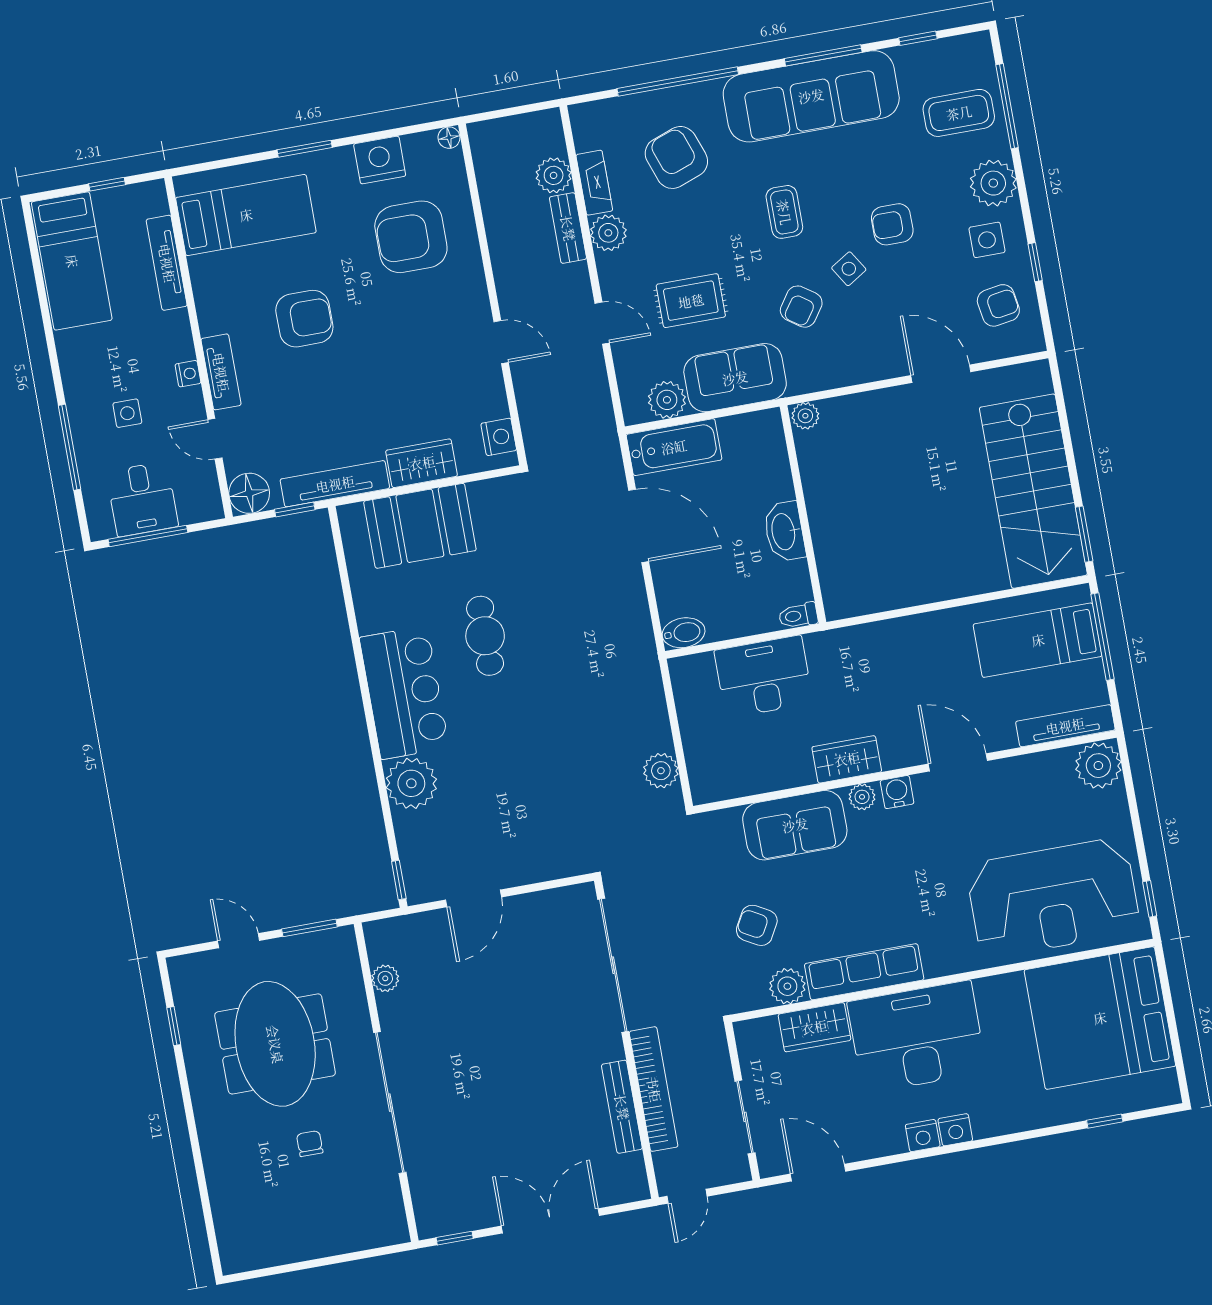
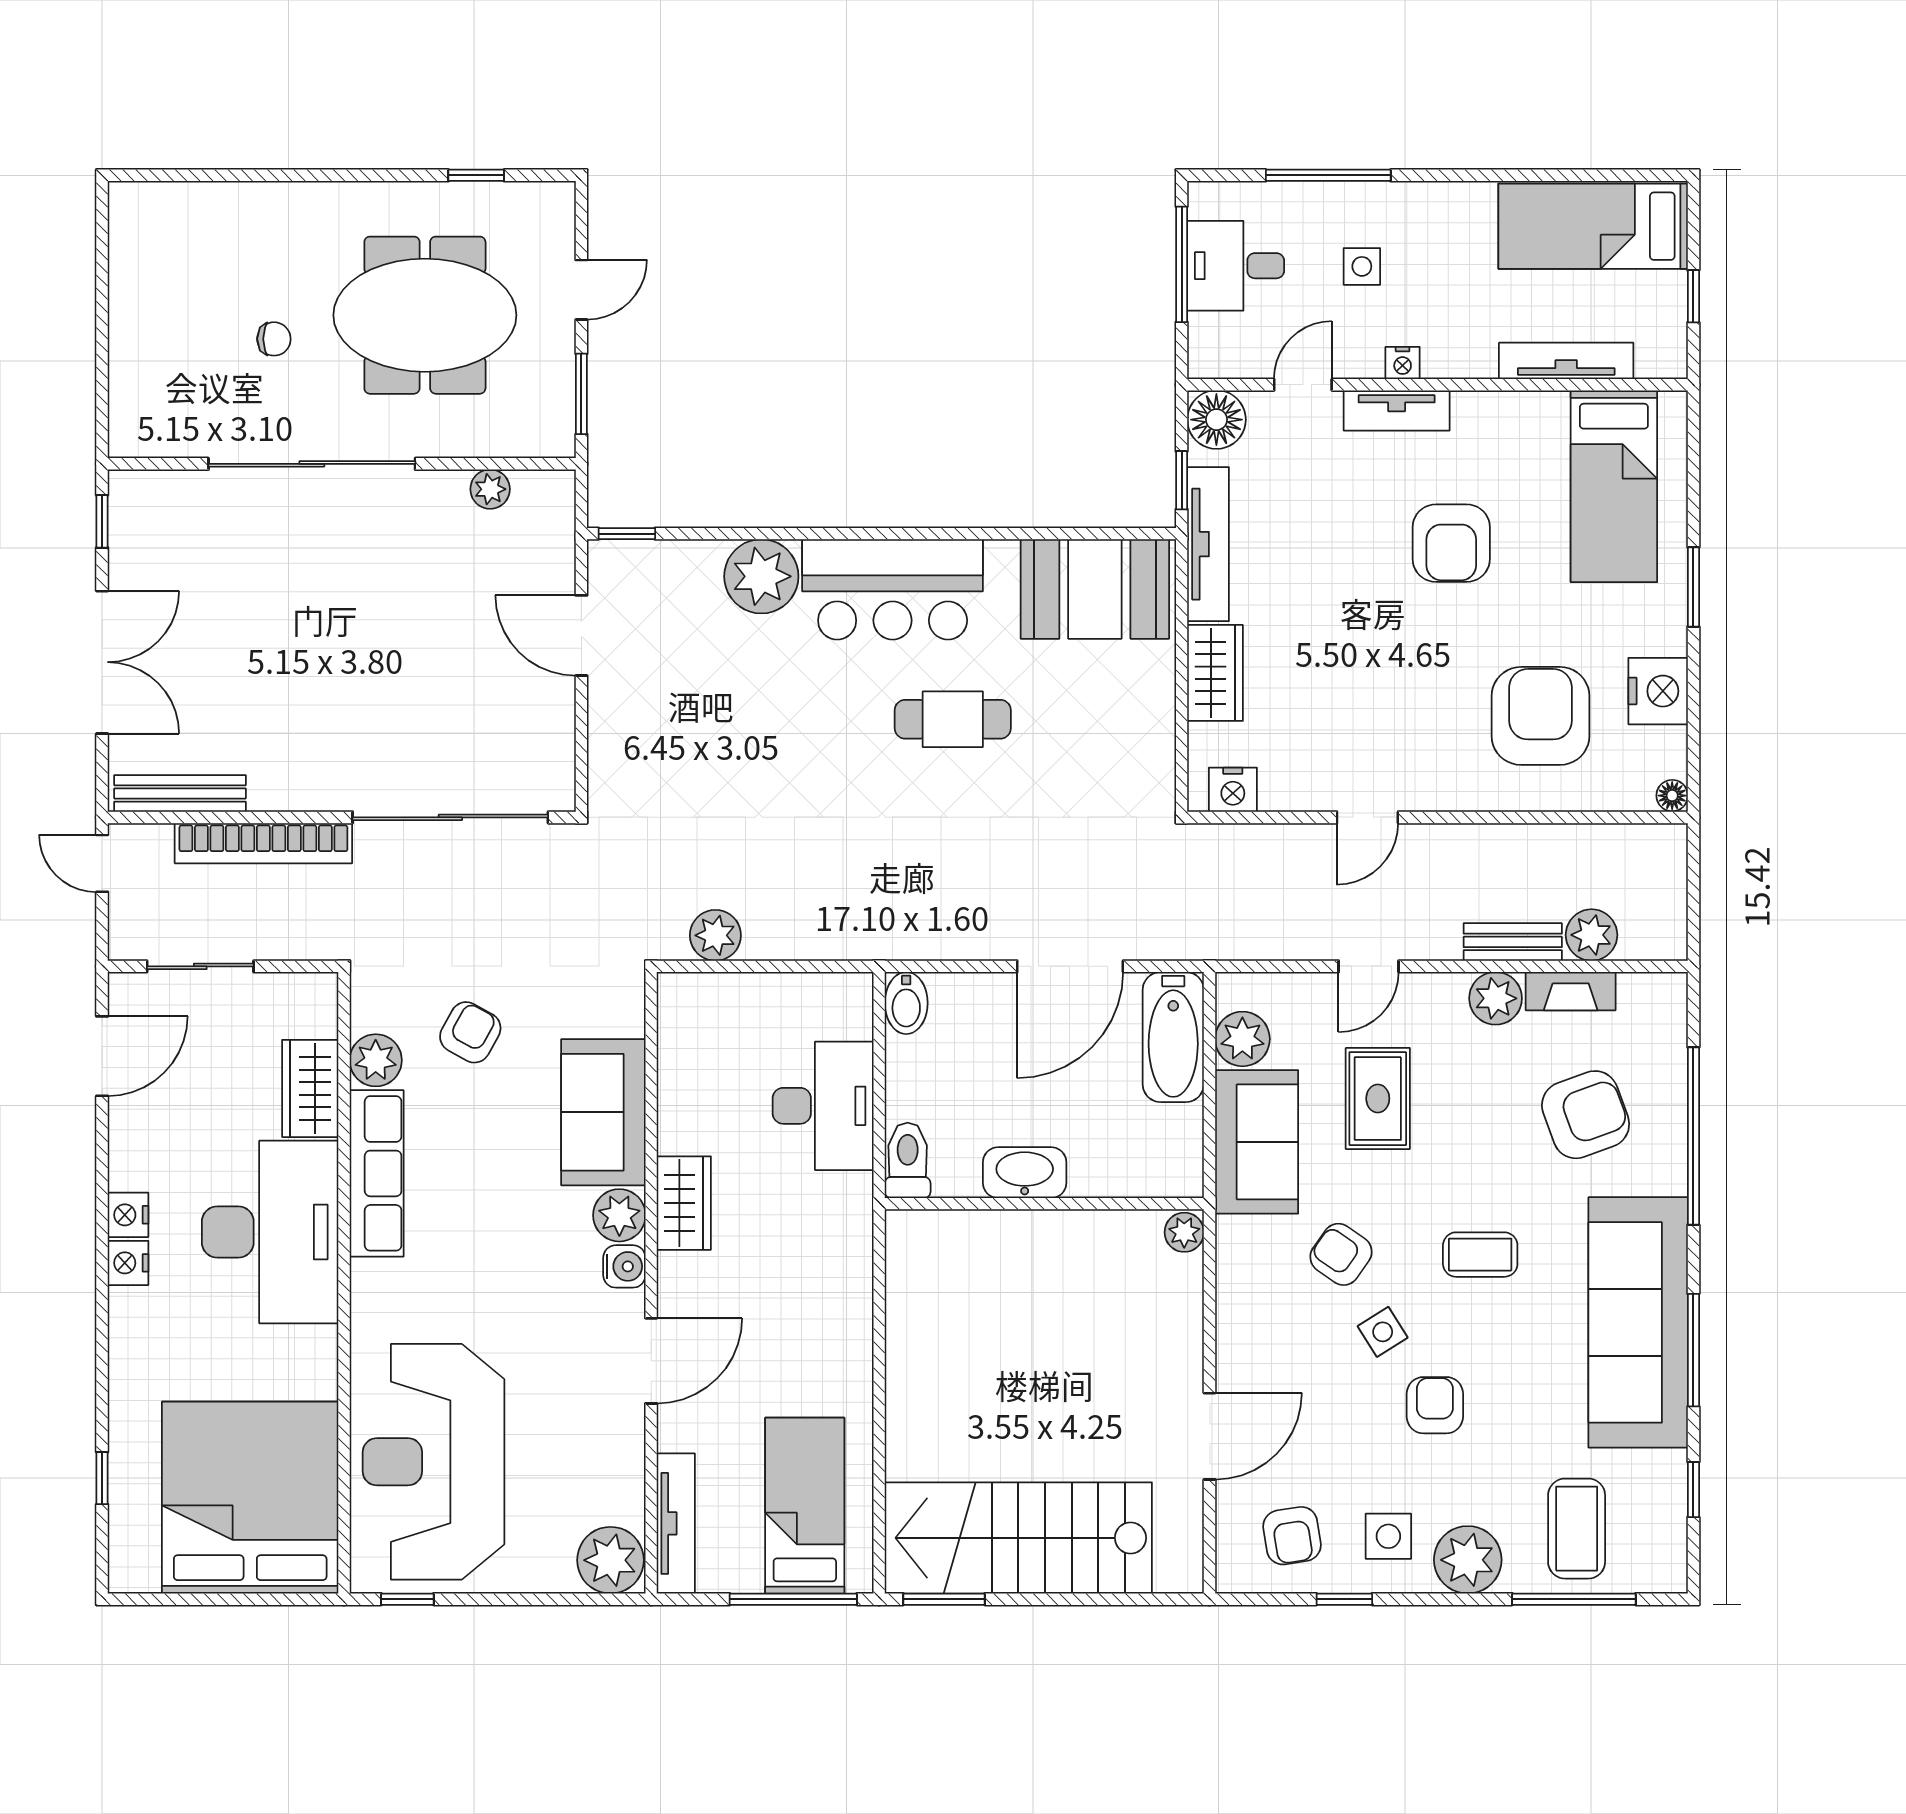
booth: (420, 526) -> (1095, 589), moved, turned 90
toilet: (798, 615) -> (908, 1160), width x1.37, depth x1.39
plant: (862, 797) -> (619, 1215), width x1.38, depth x1.38
bench: (622, 1107) -> (180, 793), moved

